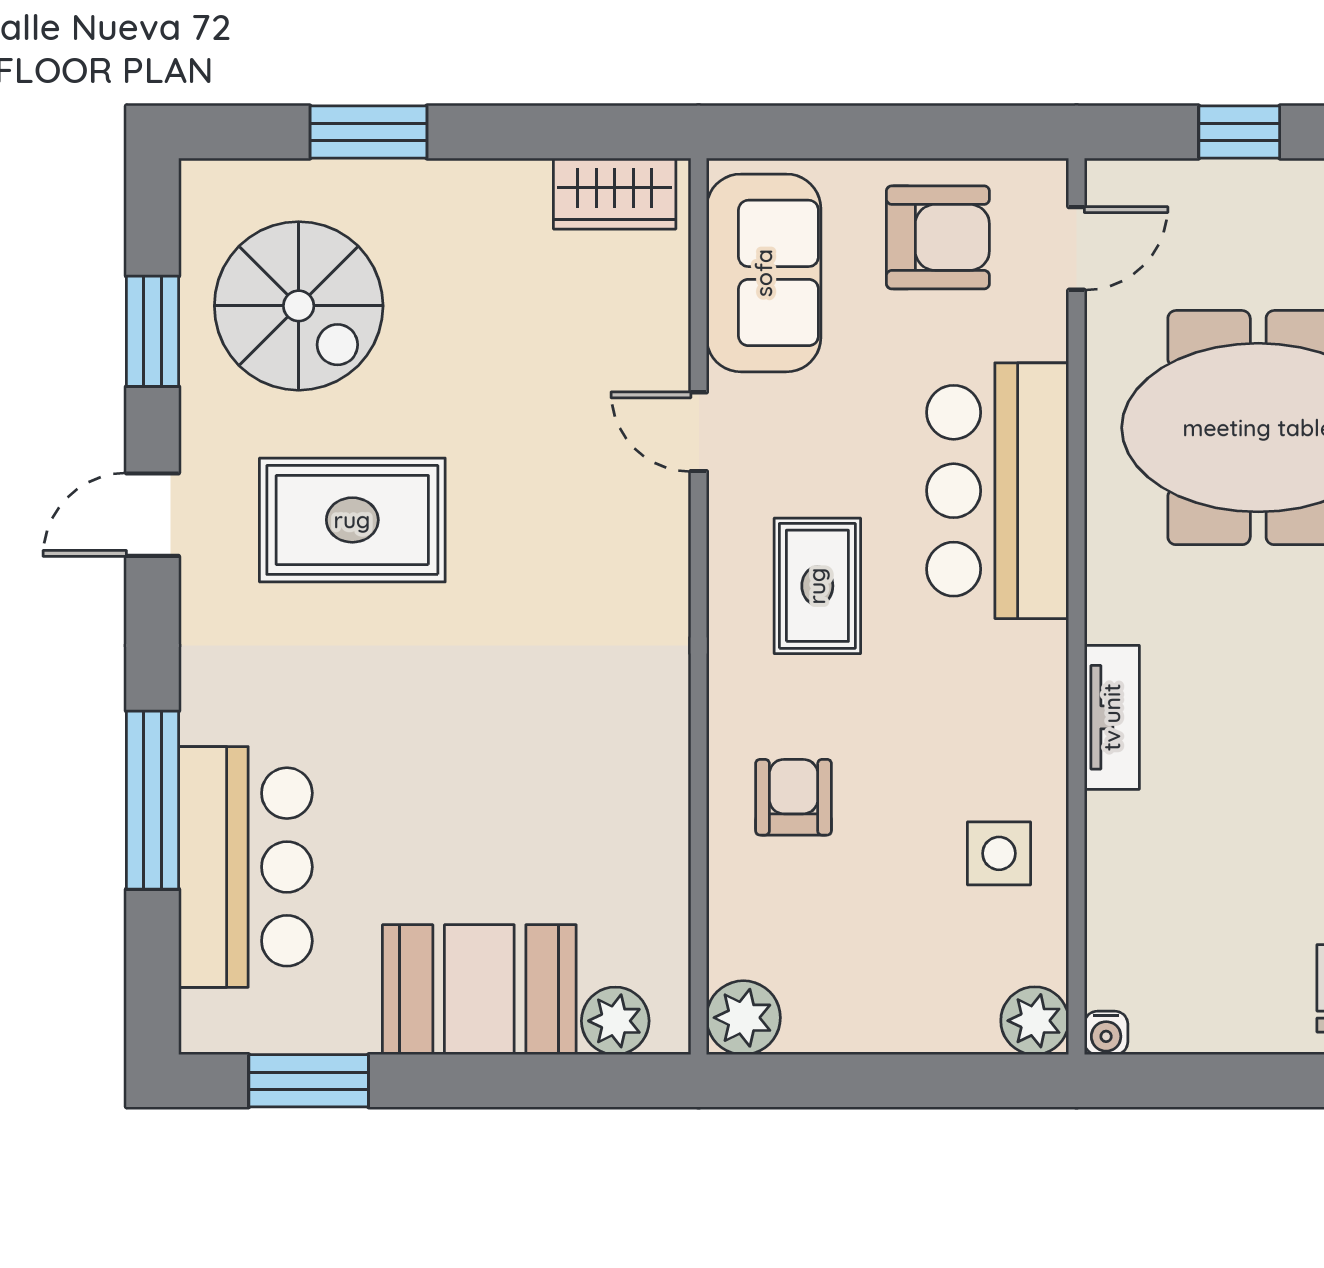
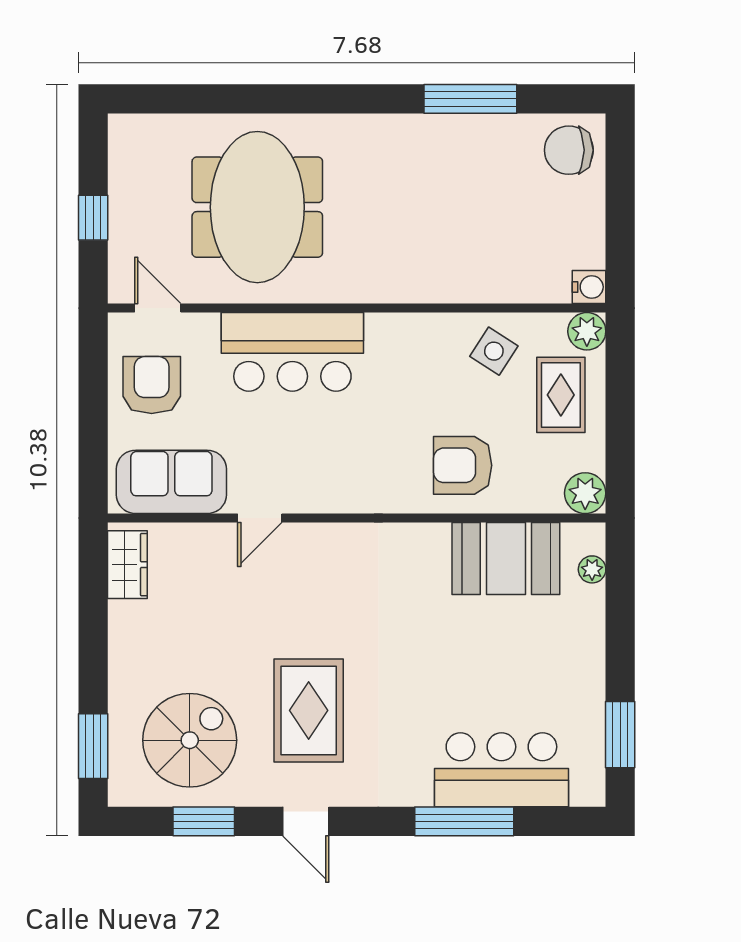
window: (368, 132) -> (93, 746), moved
rug: (817, 586) -> (561, 395), moved, turned 90
tv unit: (1112, 717) -> (418, 288), removed
armchair: (794, 797) -> (463, 465), width x1.38, depth x1.38
side table: (999, 853) -> (494, 351), turned 33
booth: (479, 990) -> (506, 558), moved, turned 90
plant: (615, 1021) -> (592, 569), width x0.73, depth x0.73
water cooler: (1106, 1033) -> (589, 287), width x1.38, depth x1.38

